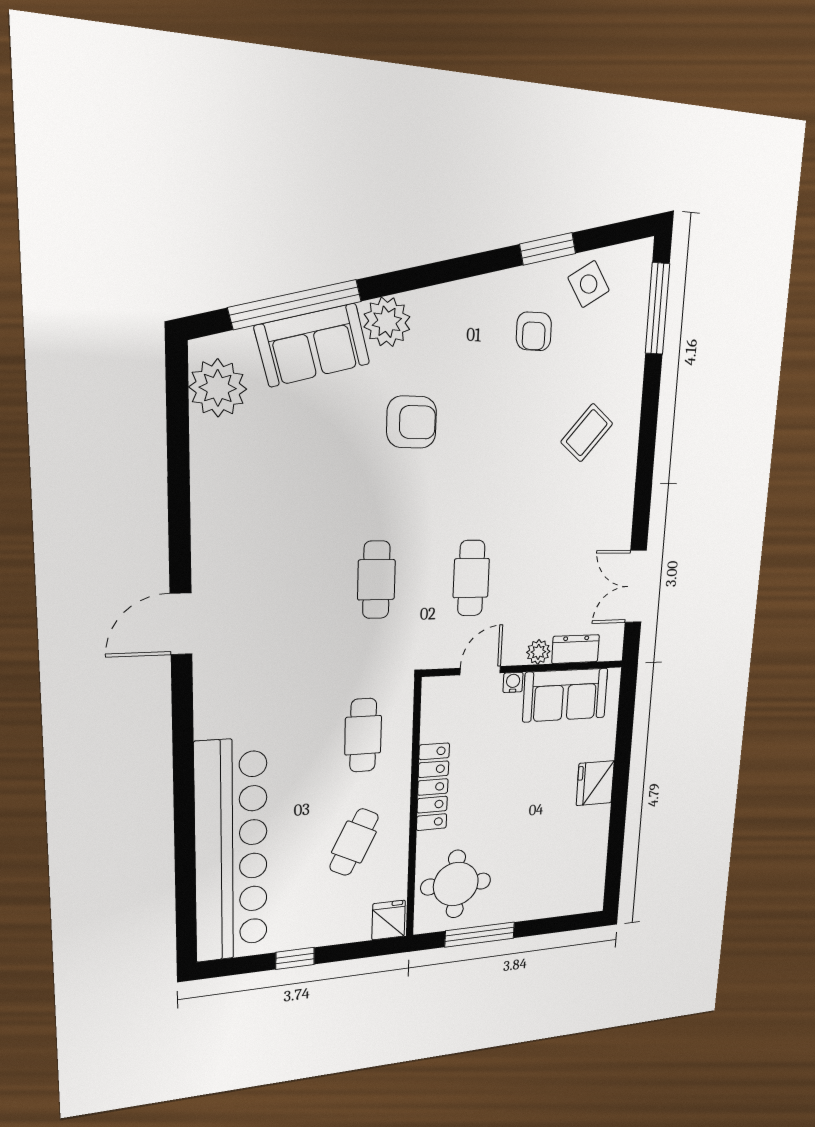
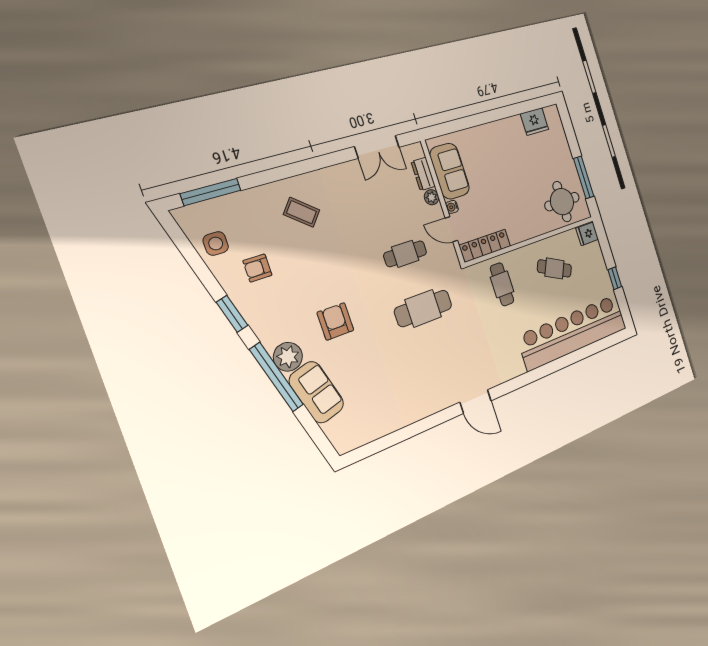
window: (548, 249) -> (232, 314), moved
side table: (589, 284) -> (216, 244), turned 33
window: (295, 304) -> (276, 377), moved
armchair: (534, 331) -> (257, 268), turned 180
plant: (218, 388) -> (357, 432), removed
cafe table: (376, 580) -> (423, 308), width x1.37, depth x1.35
cafe table: (363, 735) -> (502, 284), turned 90
fridge: (595, 783) -> (534, 122), moved
locker: (433, 787) -> (485, 246), moved

